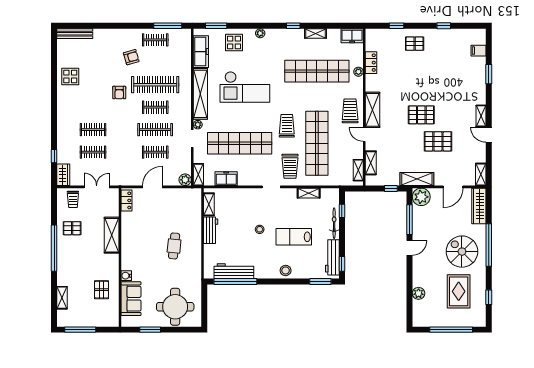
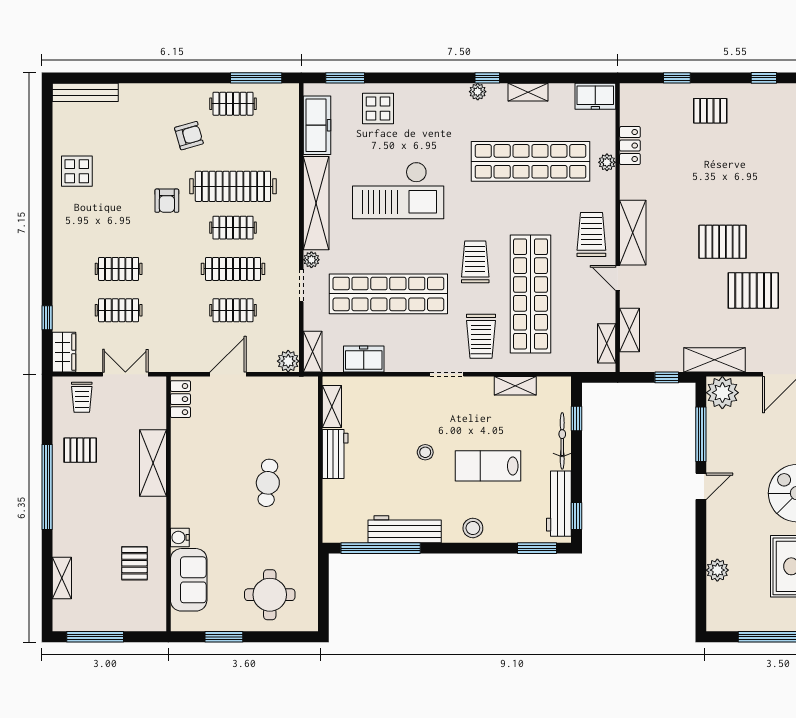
plant: (260, 33) -> (478, 92), moved
workbench: (234, 271) -> (405, 529), moved
round table: (175, 307) -> (270, 595), width x0.73, depth x0.73

